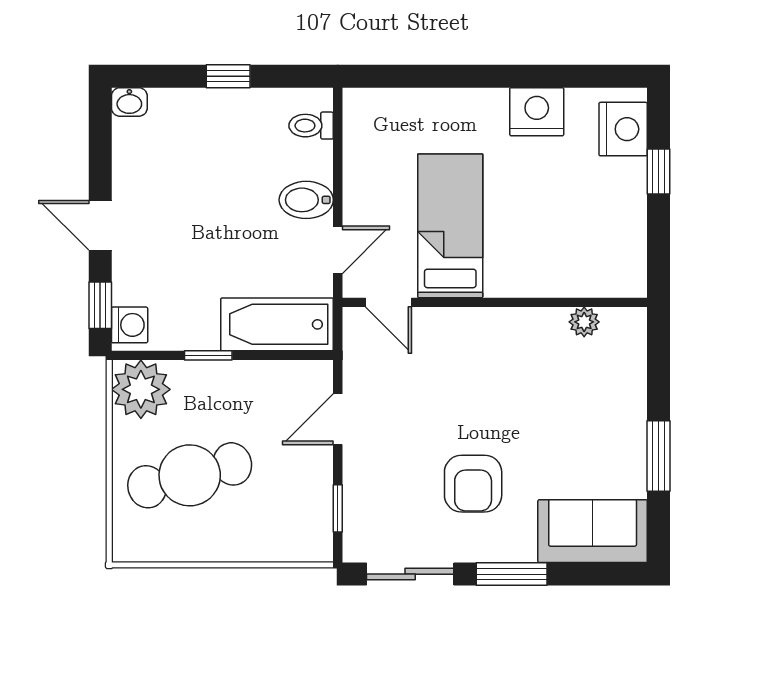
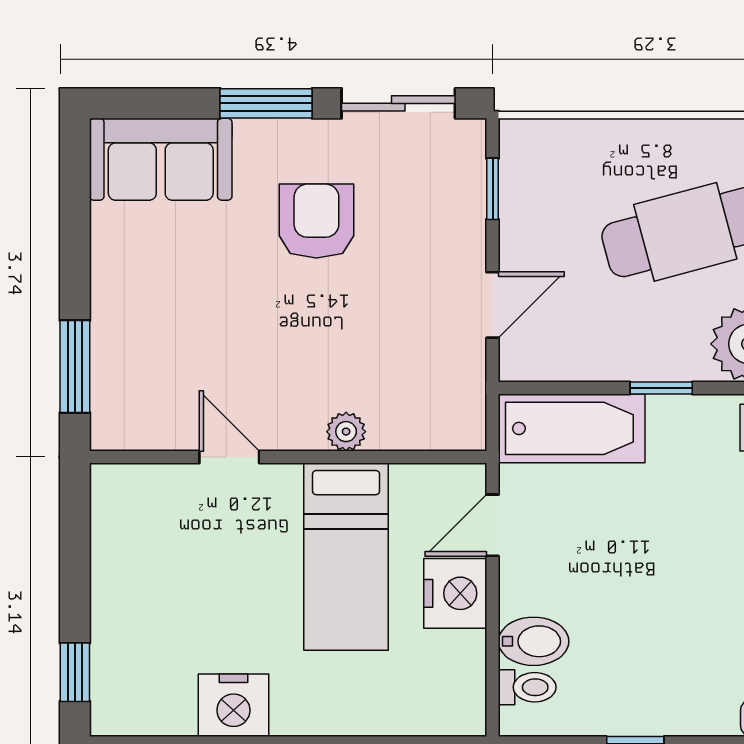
nightstand: (623, 129) -> (455, 593), moved, turned 180
window: (659, 171) -> (75, 672), moved
bidet: (306, 200) -> (534, 641), moved
door: (388, 302) -> (229, 457), moved
plant: (584, 322) -> (346, 432), moved
window: (659, 456) -> (75, 367), moved

